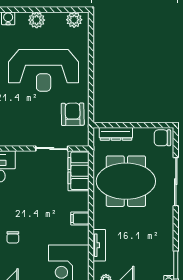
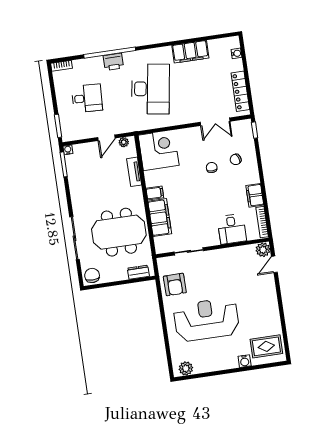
plant: (37, 20) -> (219, 363), removed
dresser: (116, 134) -> (138, 272), width x0.70
chair: (162, 138) -> (92, 275), turned -90
filing cabinet: (78, 171) -> (160, 218), moved

